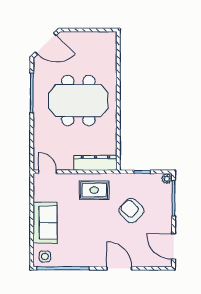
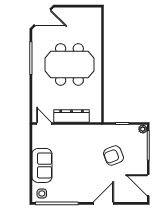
dresser: (95, 163) -> (72, 116), moved
rug: (94, 190) -> (83, 139), removed
armchair: (131, 211) -> (113, 156), turned -66
door: (119, 268) -> (103, 203), hinge flipped

